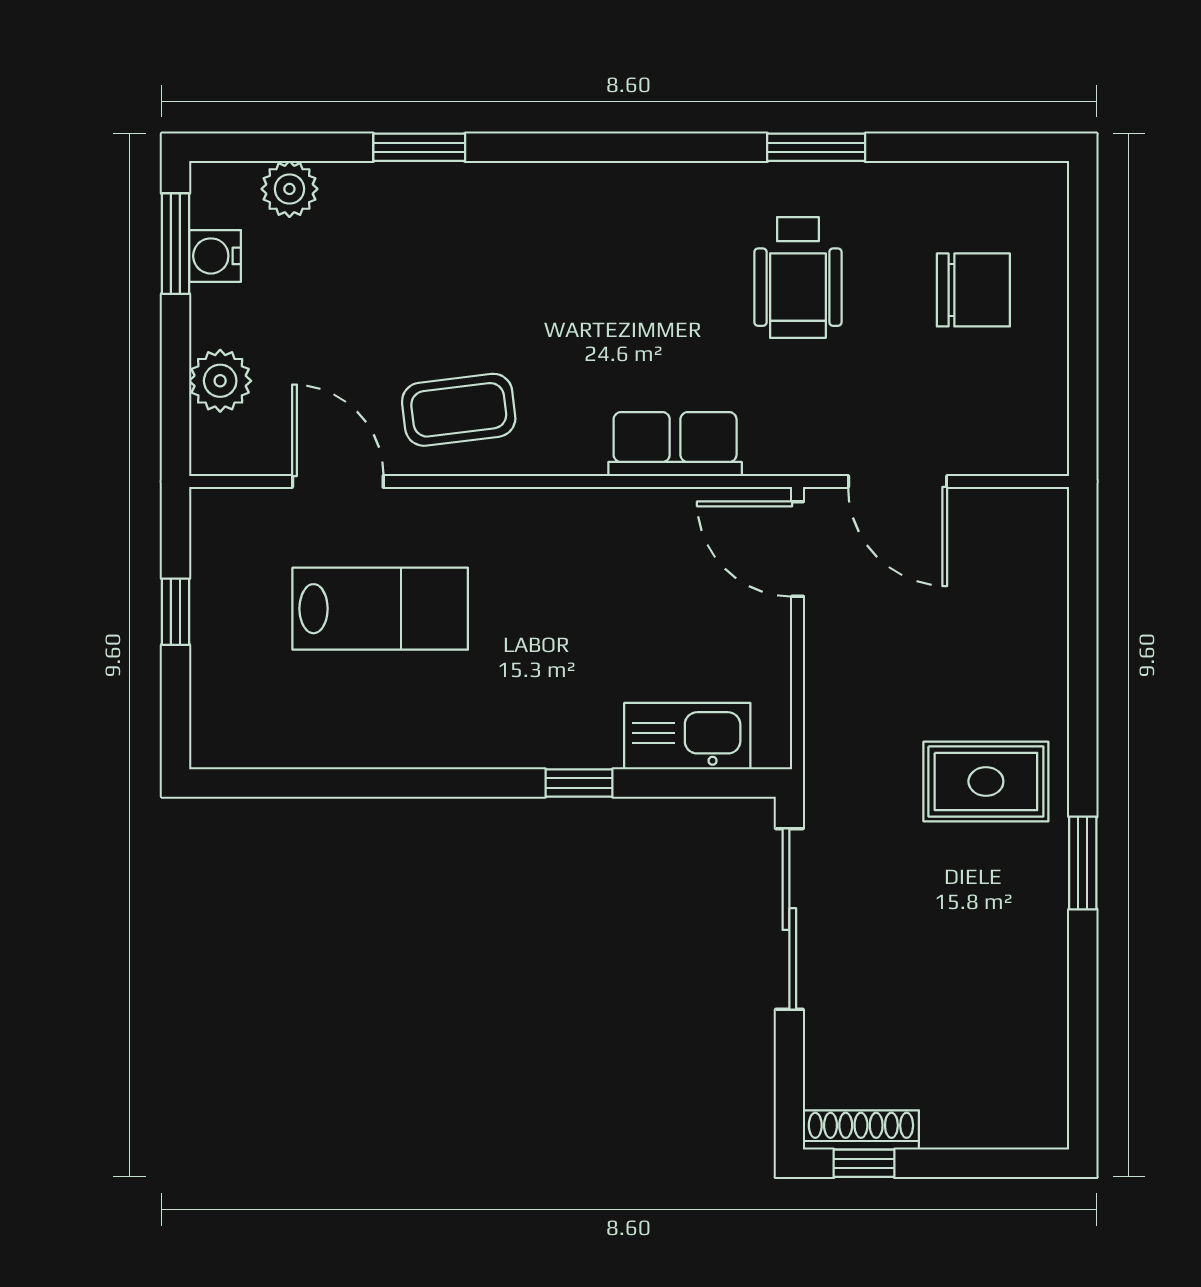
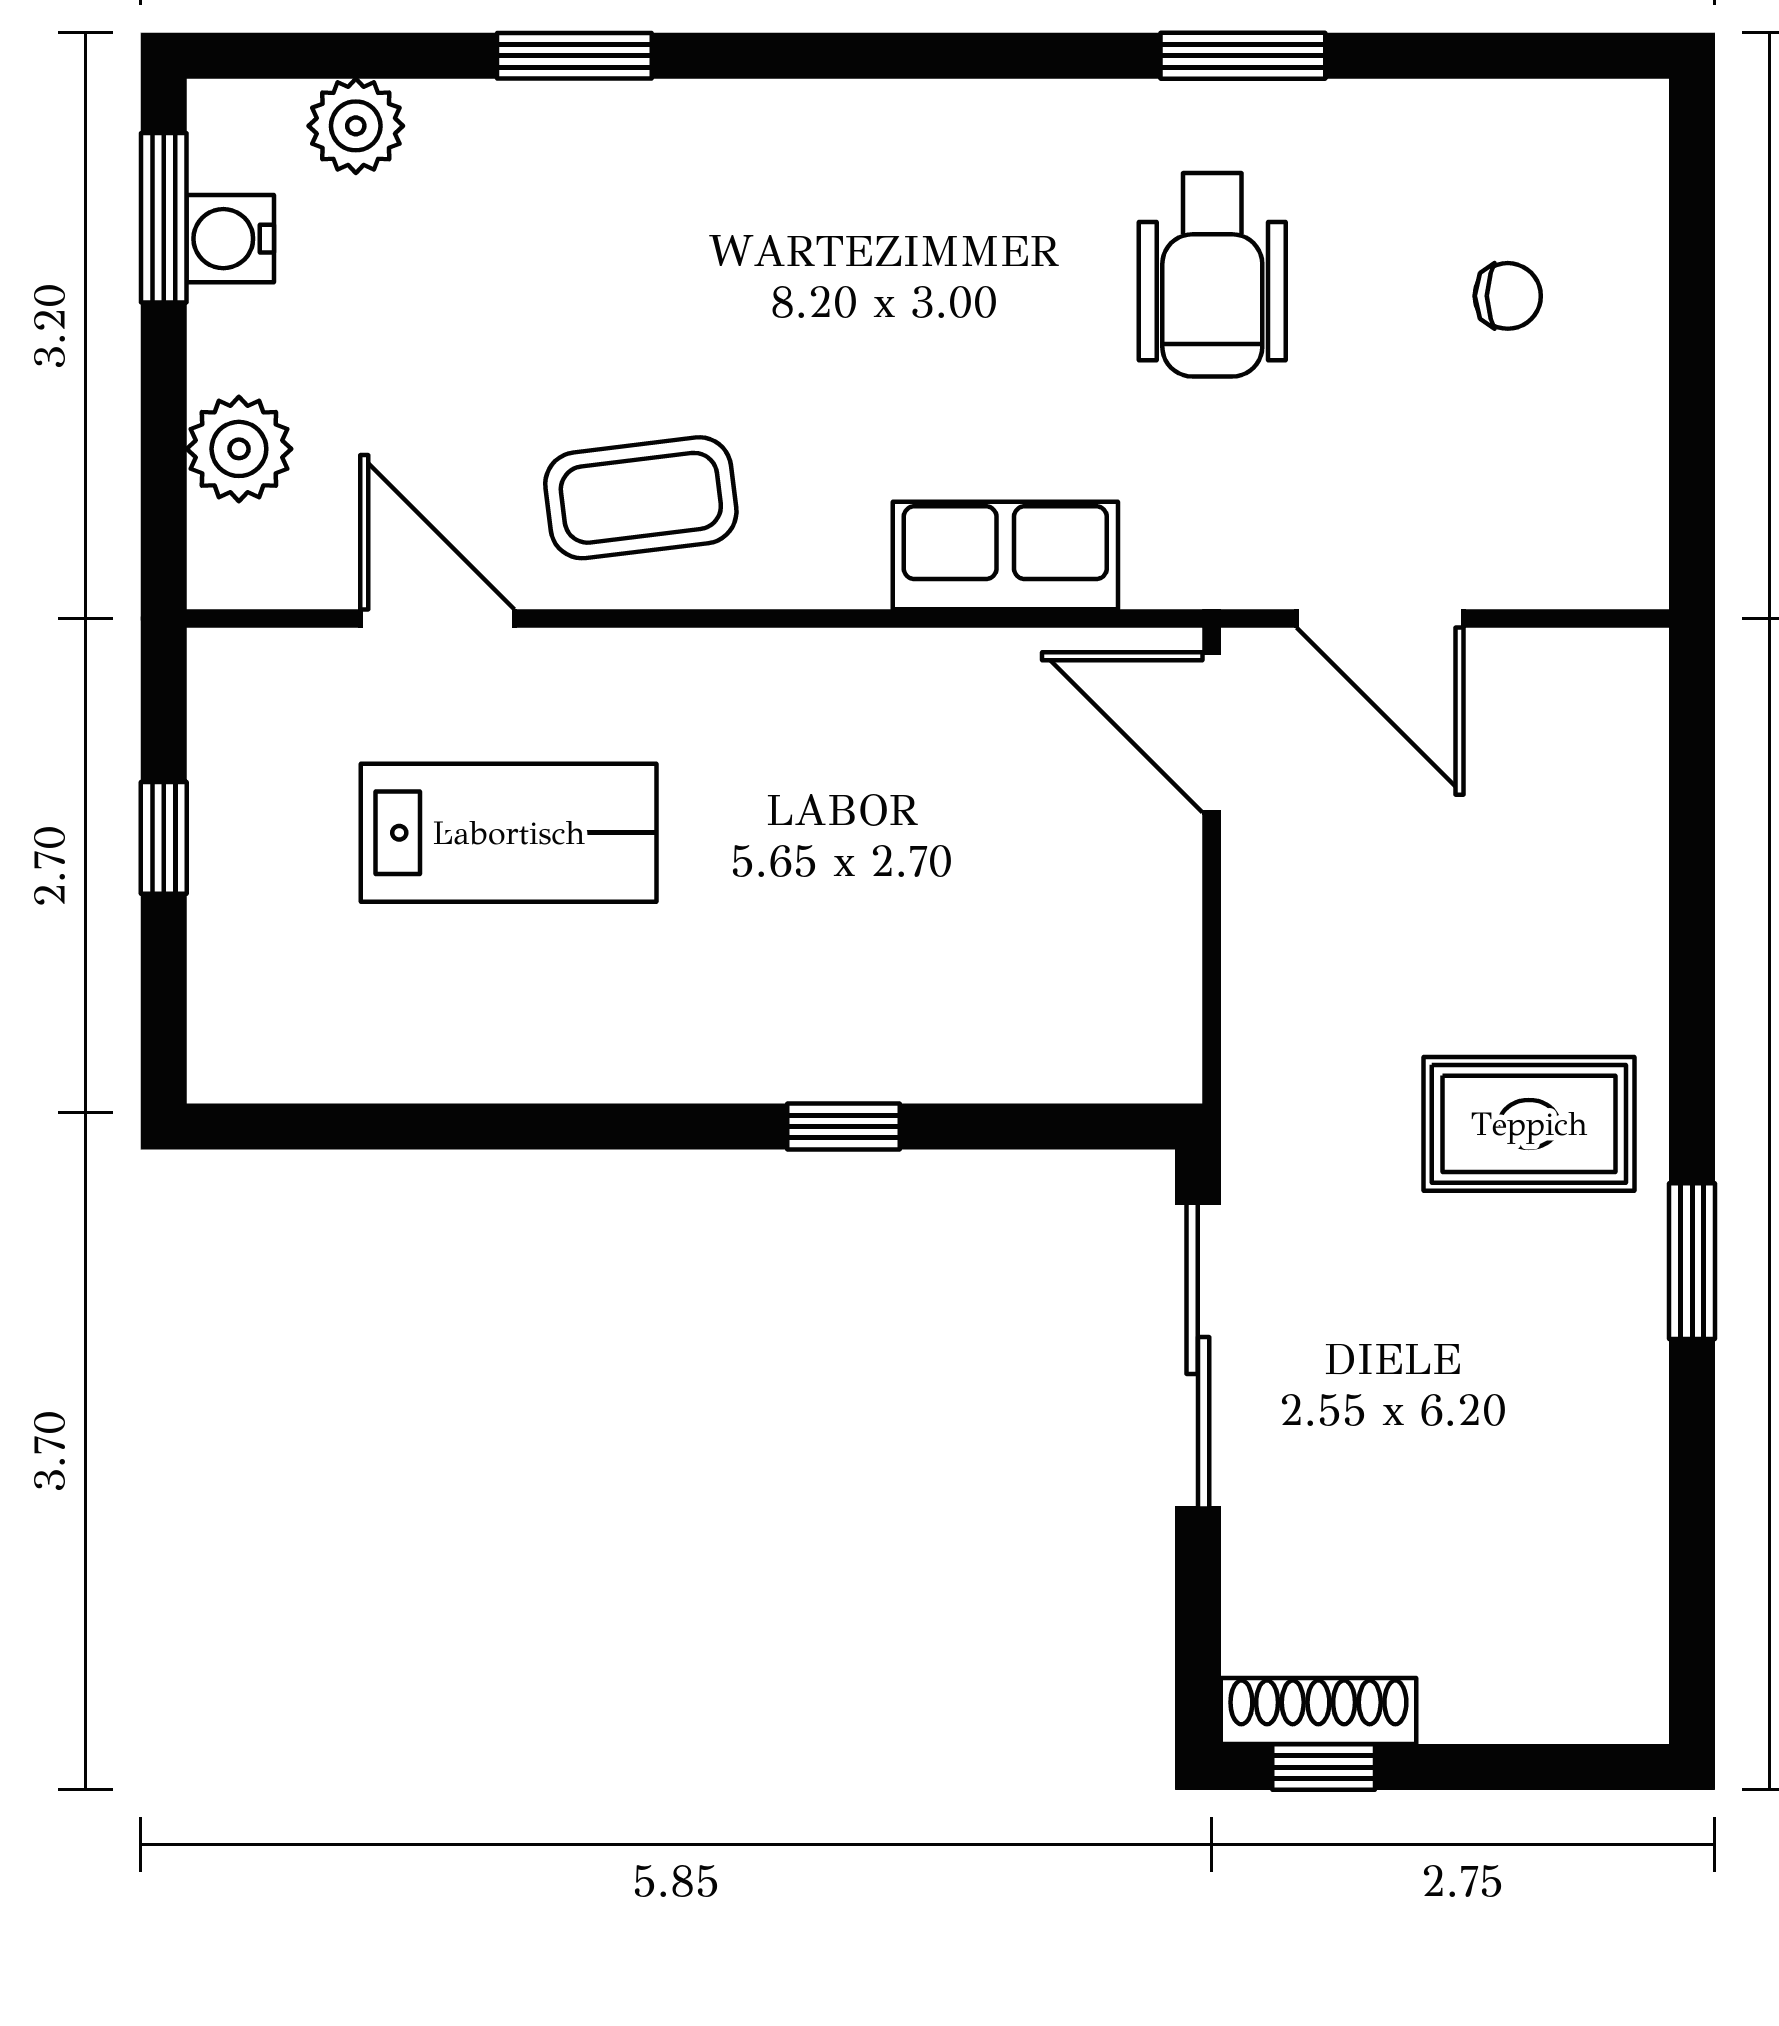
chair: (973, 290) -> (1508, 296), width x0.54, depth x0.54
kitchen sink: (687, 736) -> (1026, 1048), removed

